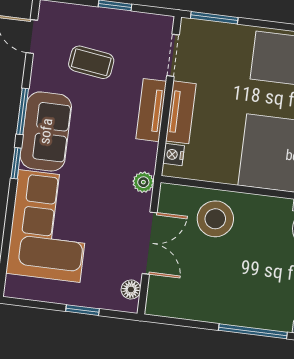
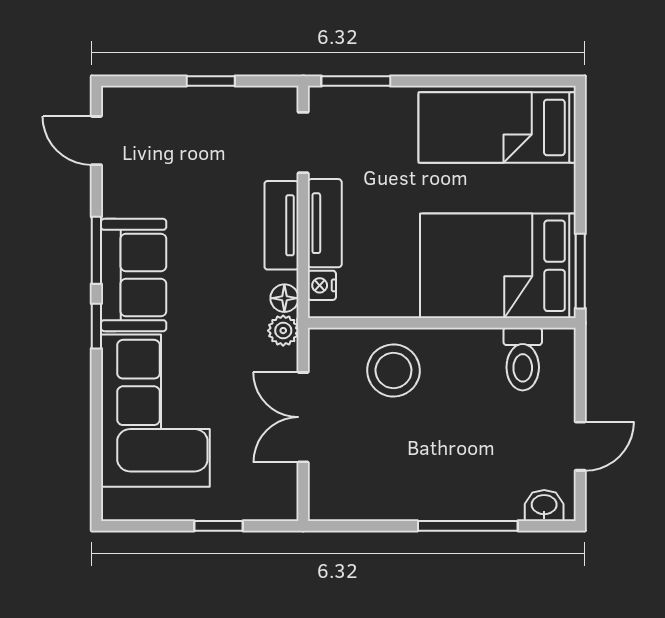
coffee table: (91, 62) -> (187, 167), removed
double door: (150, 243) -> (303, 417), swing flipped
floor lamp: (131, 289) -> (284, 298), moved

